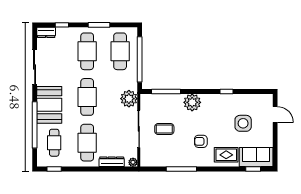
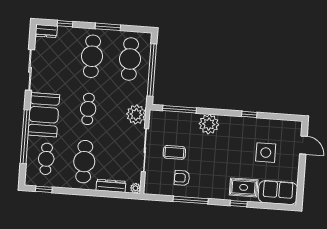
cafe table: (87, 97) -> (88, 109), width x0.73, depth x0.74
armchair: (201, 141) -> (182, 178), moved
window: (253, 169) -> (239, 204), moved

